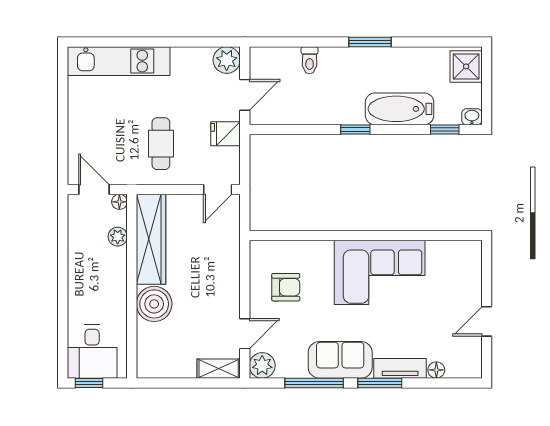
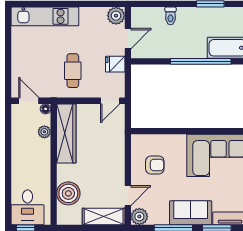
window: (355, 130) -> (201, 61), width x3.17
boiler: (154, 304) -> (68, 193), moved
shelving: (219, 369) -> (104, 216), width x1.50, depth x1.33

